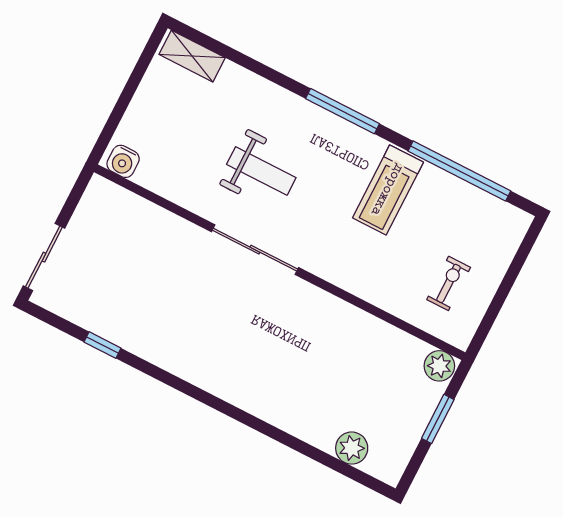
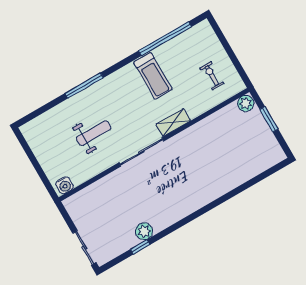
shelving: (192, 56) -> (173, 122), moved
window: (342, 111) -> (84, 86), moved
weight bench: (261, 171) -> (94, 133), moved
plant: (352, 448) -> (144, 231), moved

